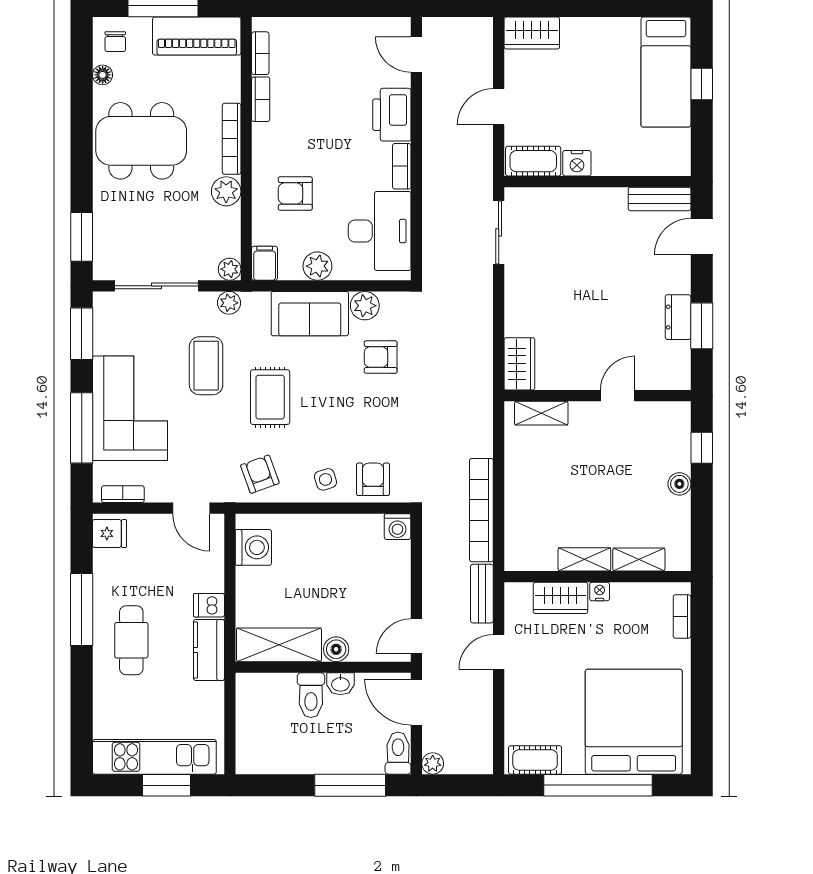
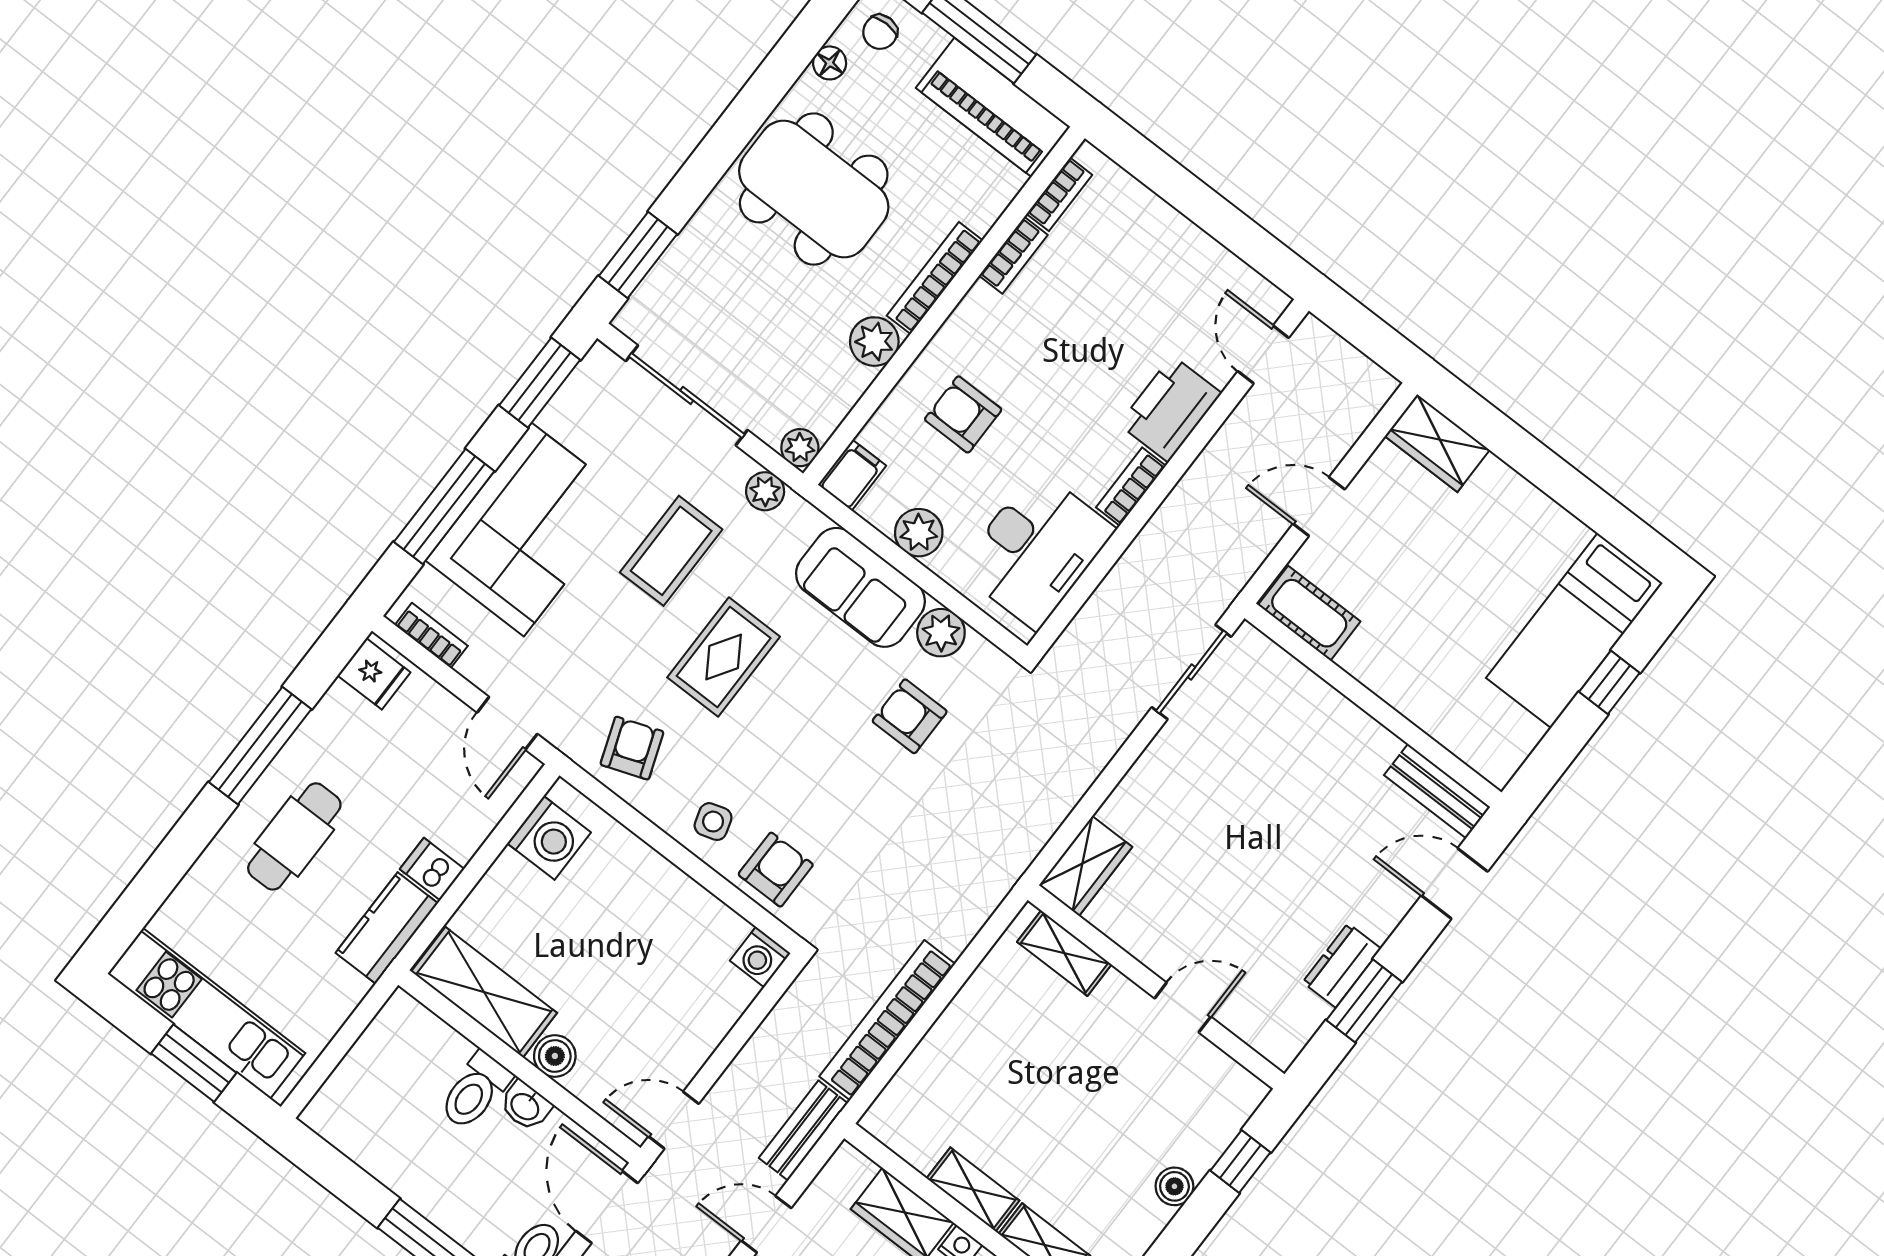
nightstand: (577, 163) -> (1365, 660), removed

